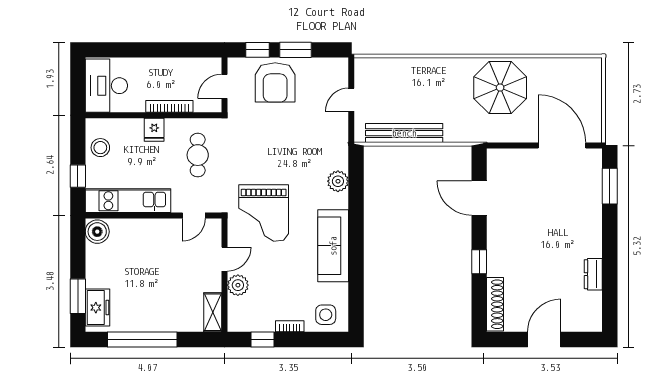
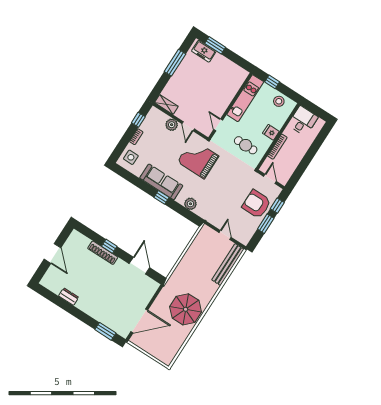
desk: (106, 86) -> (303, 121), width x0.73
bench: (404, 133) -> (228, 265), moved
door: (479, 198) -> (139, 266), hinge flipped
window: (356, 231) -> (162, 197), added
boiler: (97, 232) -> (240, 74), removed
shoe rack: (495, 304) -> (103, 253), moved
window: (142, 340) -> (175, 63), width x0.68

